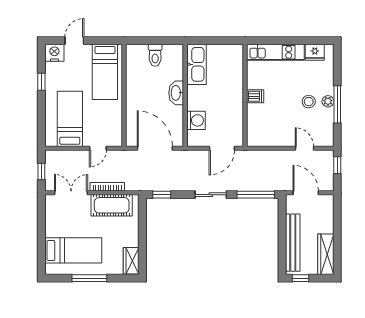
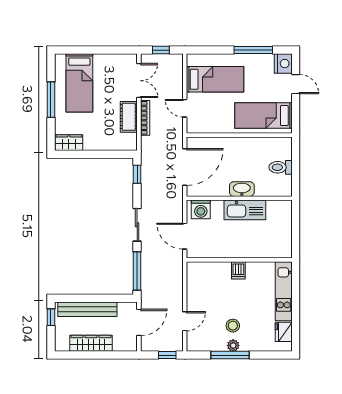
kitchen sink: (197, 64) -> (245, 210), moved
window: (41, 82) -> (253, 50), width x2.17
washing machine: (196, 120) -> (201, 209), moved
cot: (112, 205) -> (129, 117), width x0.73, depth x0.75
wardrobe: (326, 254) -> (91, 343), moved

